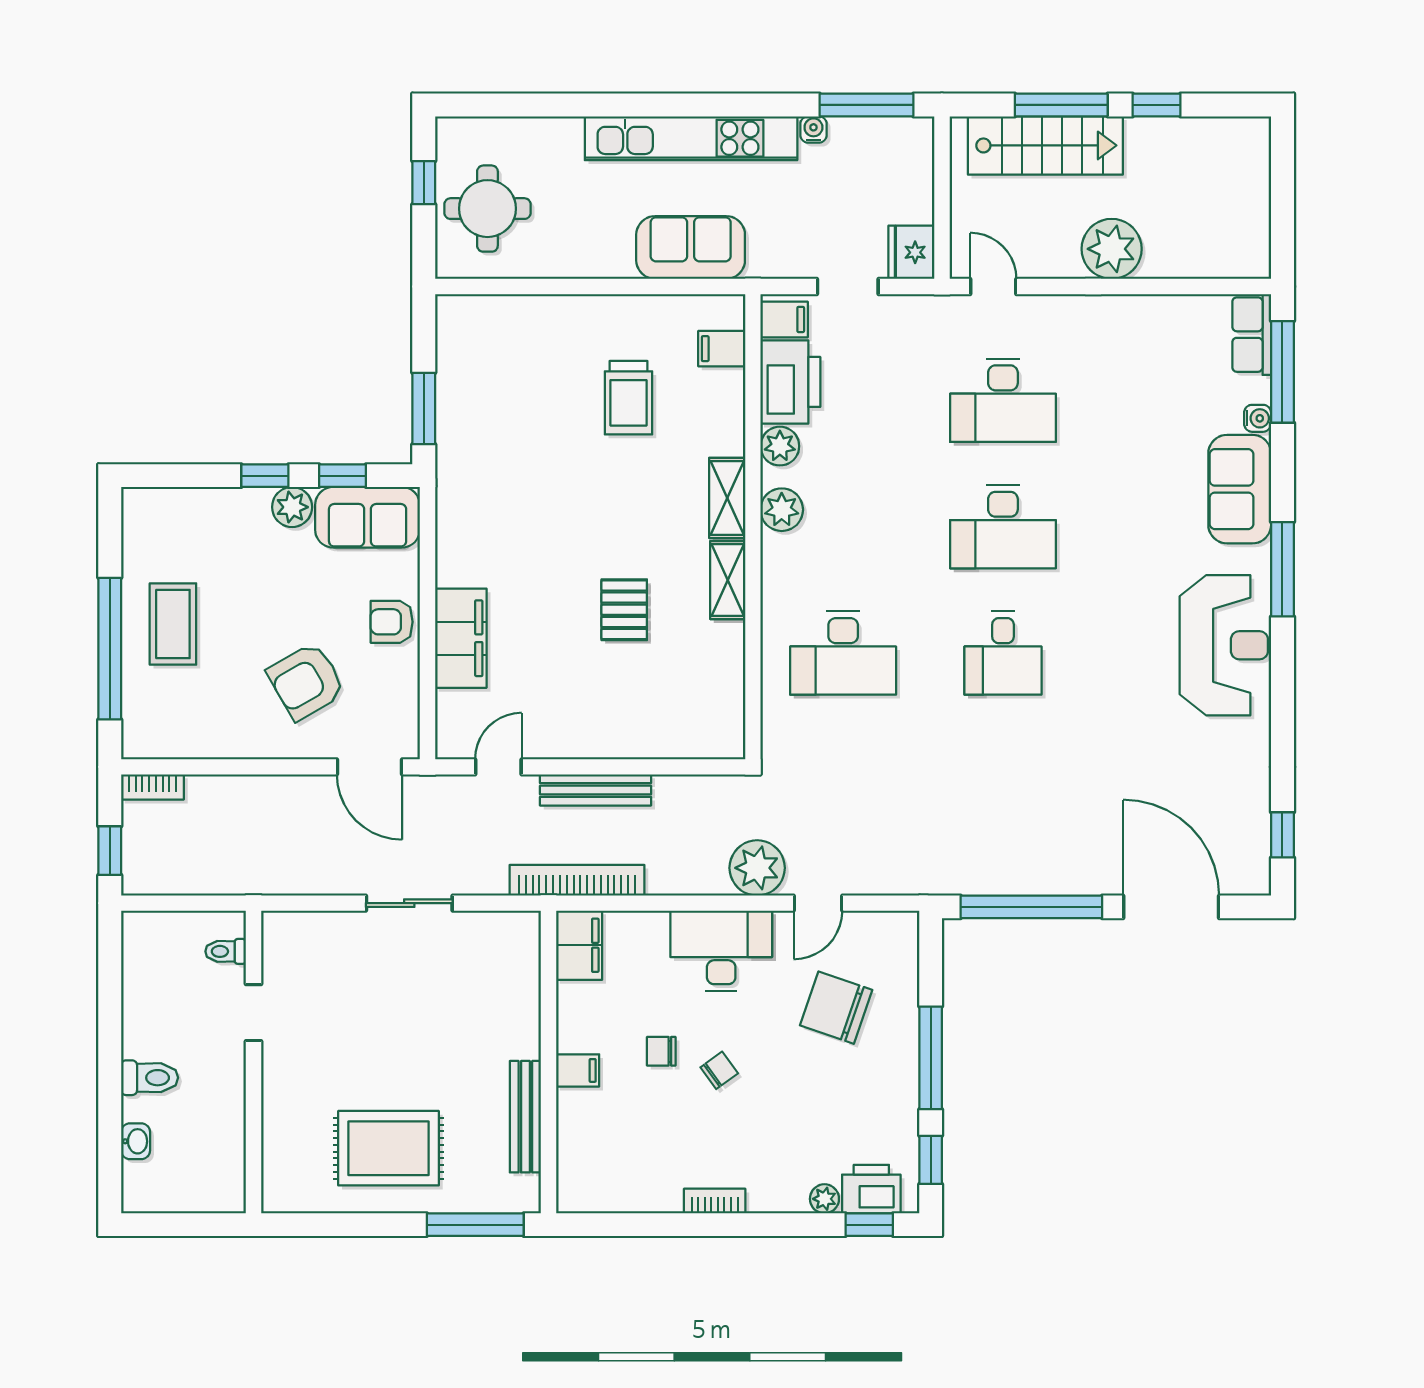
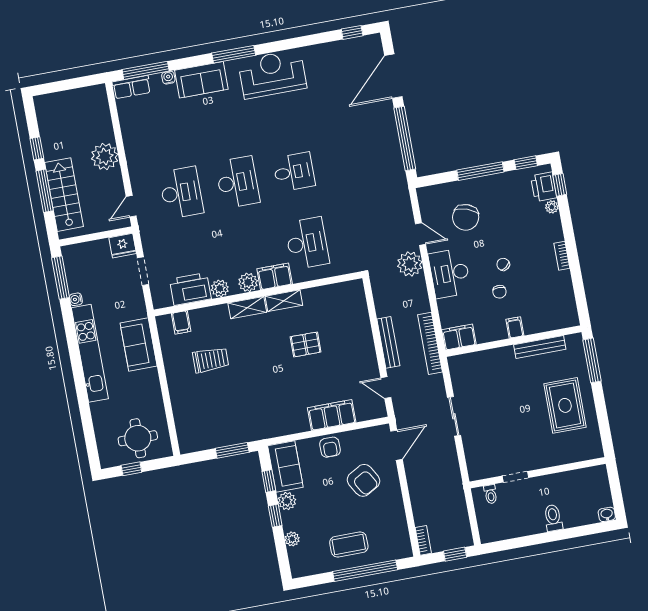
filing cabinet: (784, 319) -> (275, 276), moved, width x2.00
plant: (208, 503) -> (292, 539), added
washbasin: (136, 1141) -> (607, 514), moved

